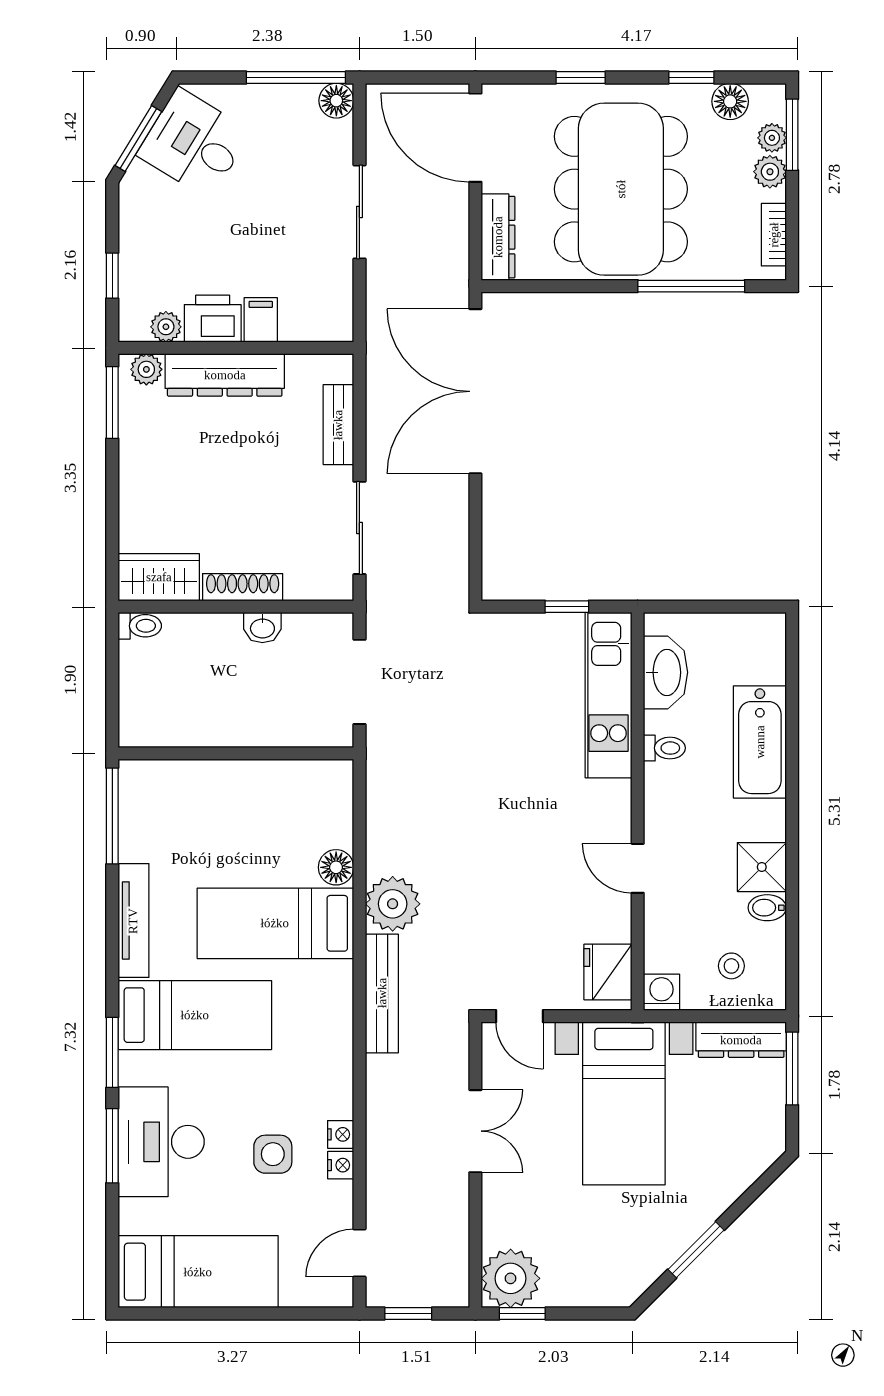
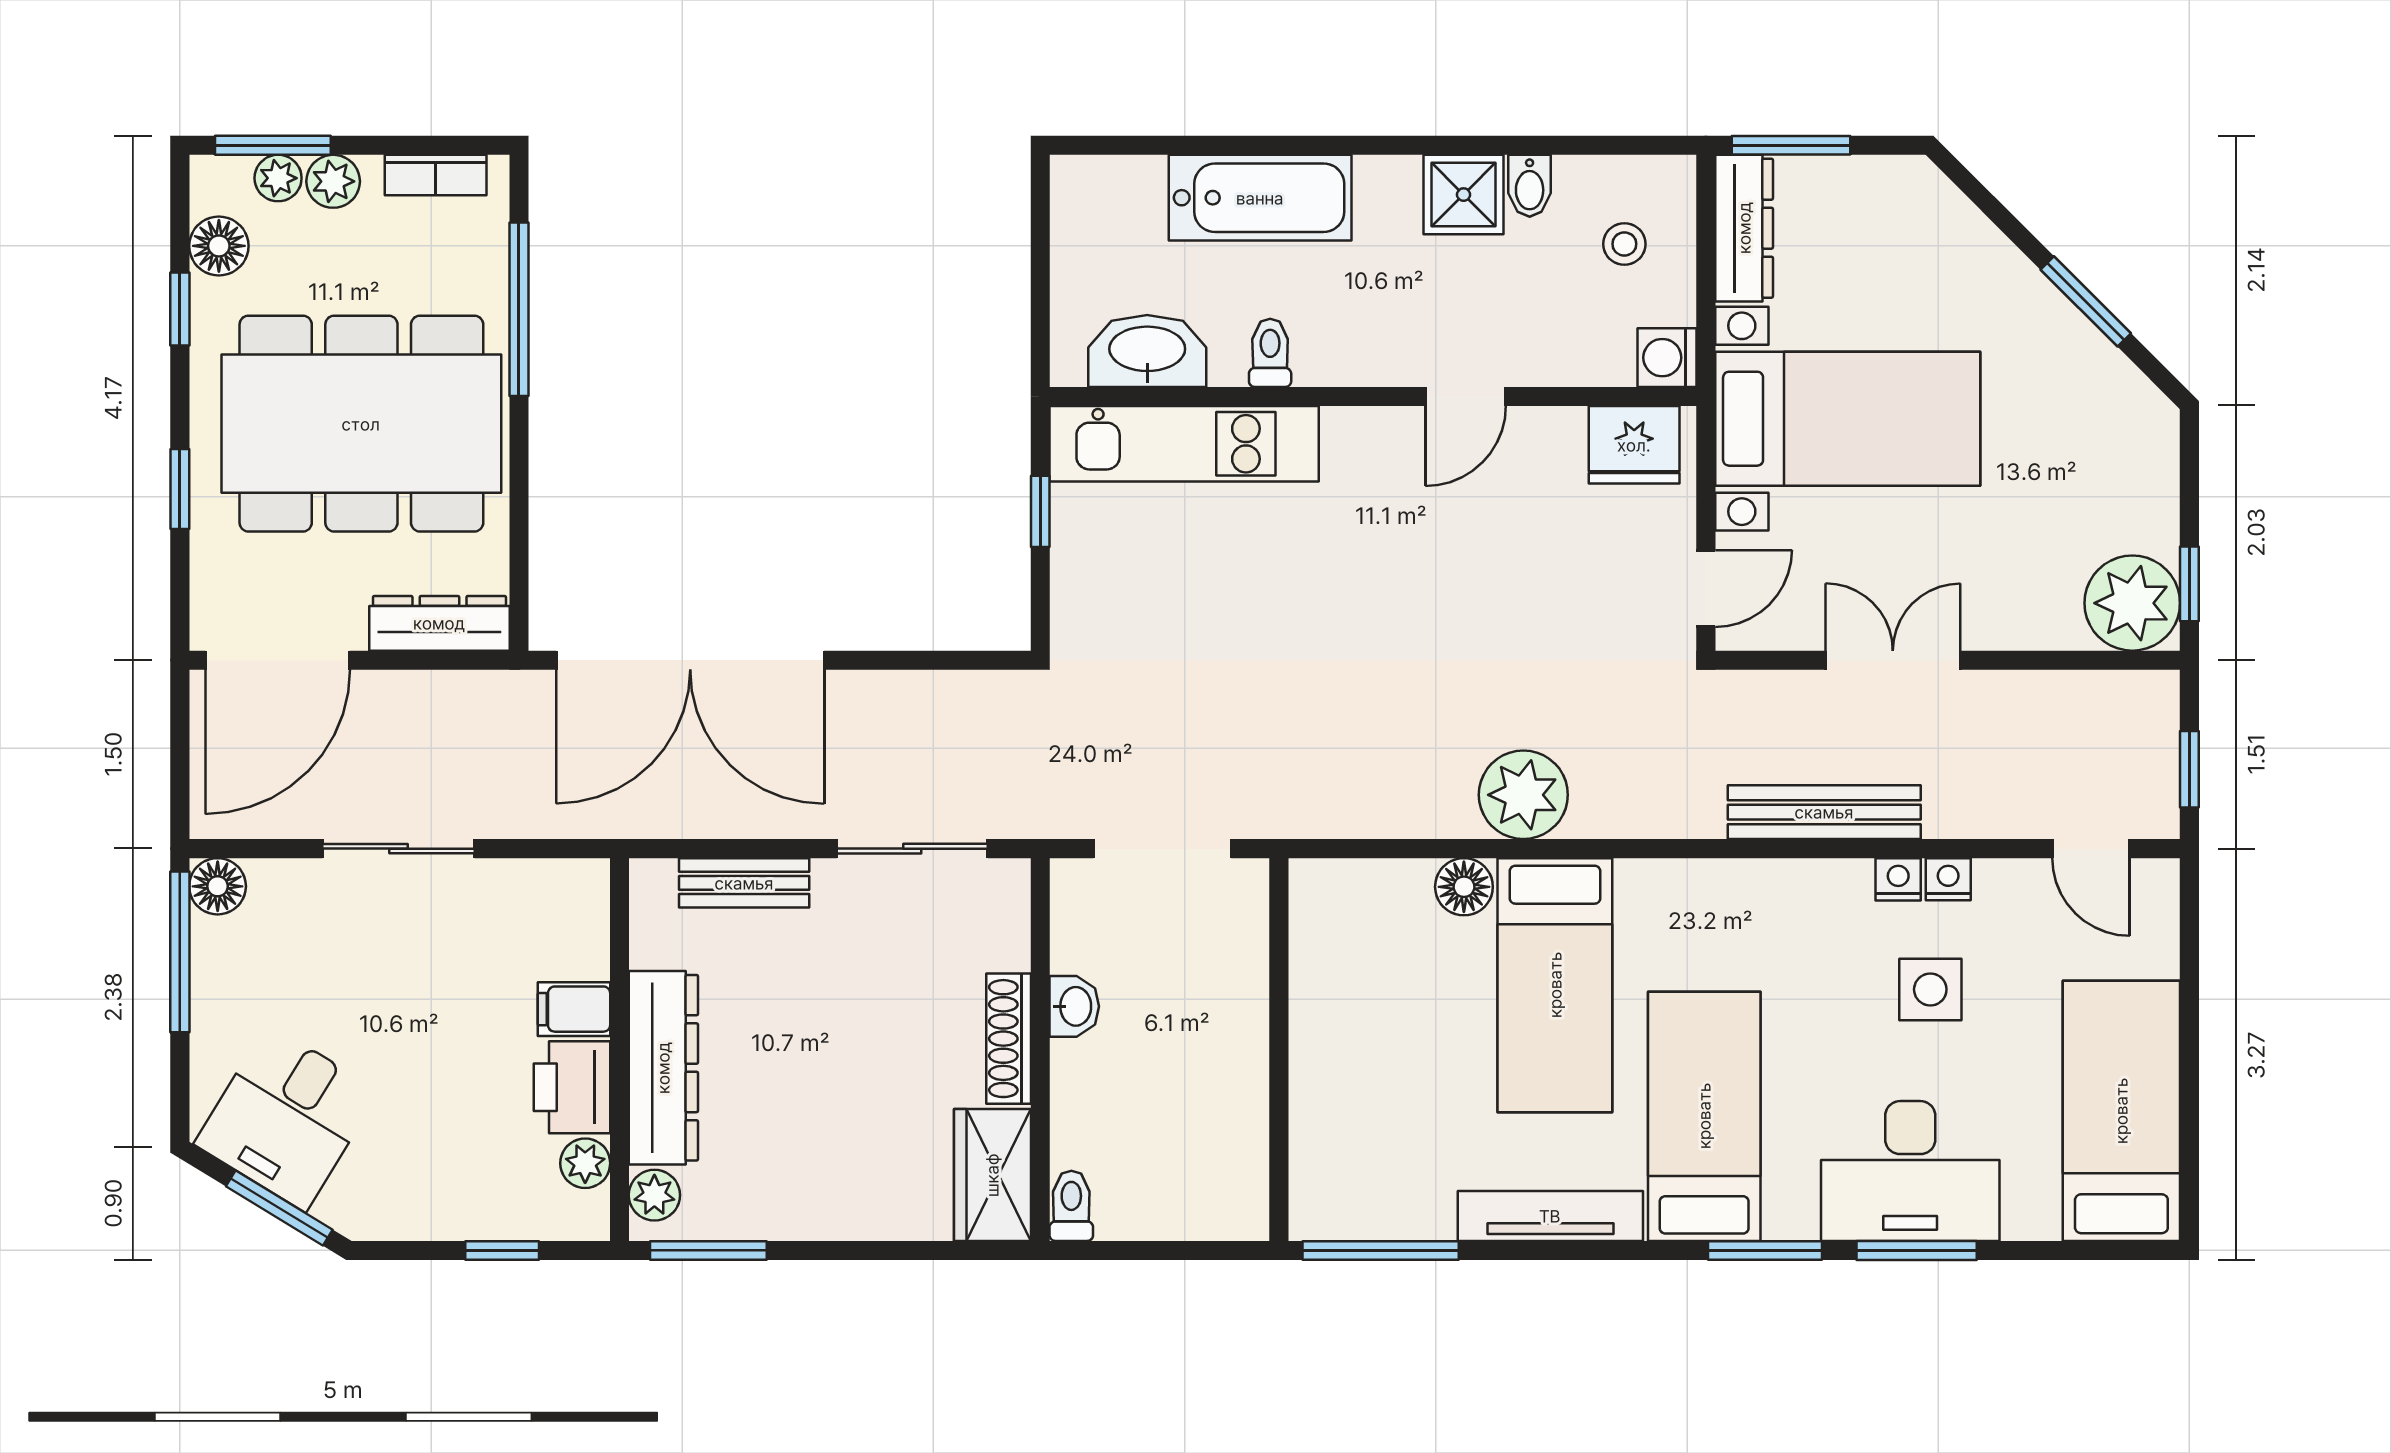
bench: (382, 993) -> (1824, 812), moved

